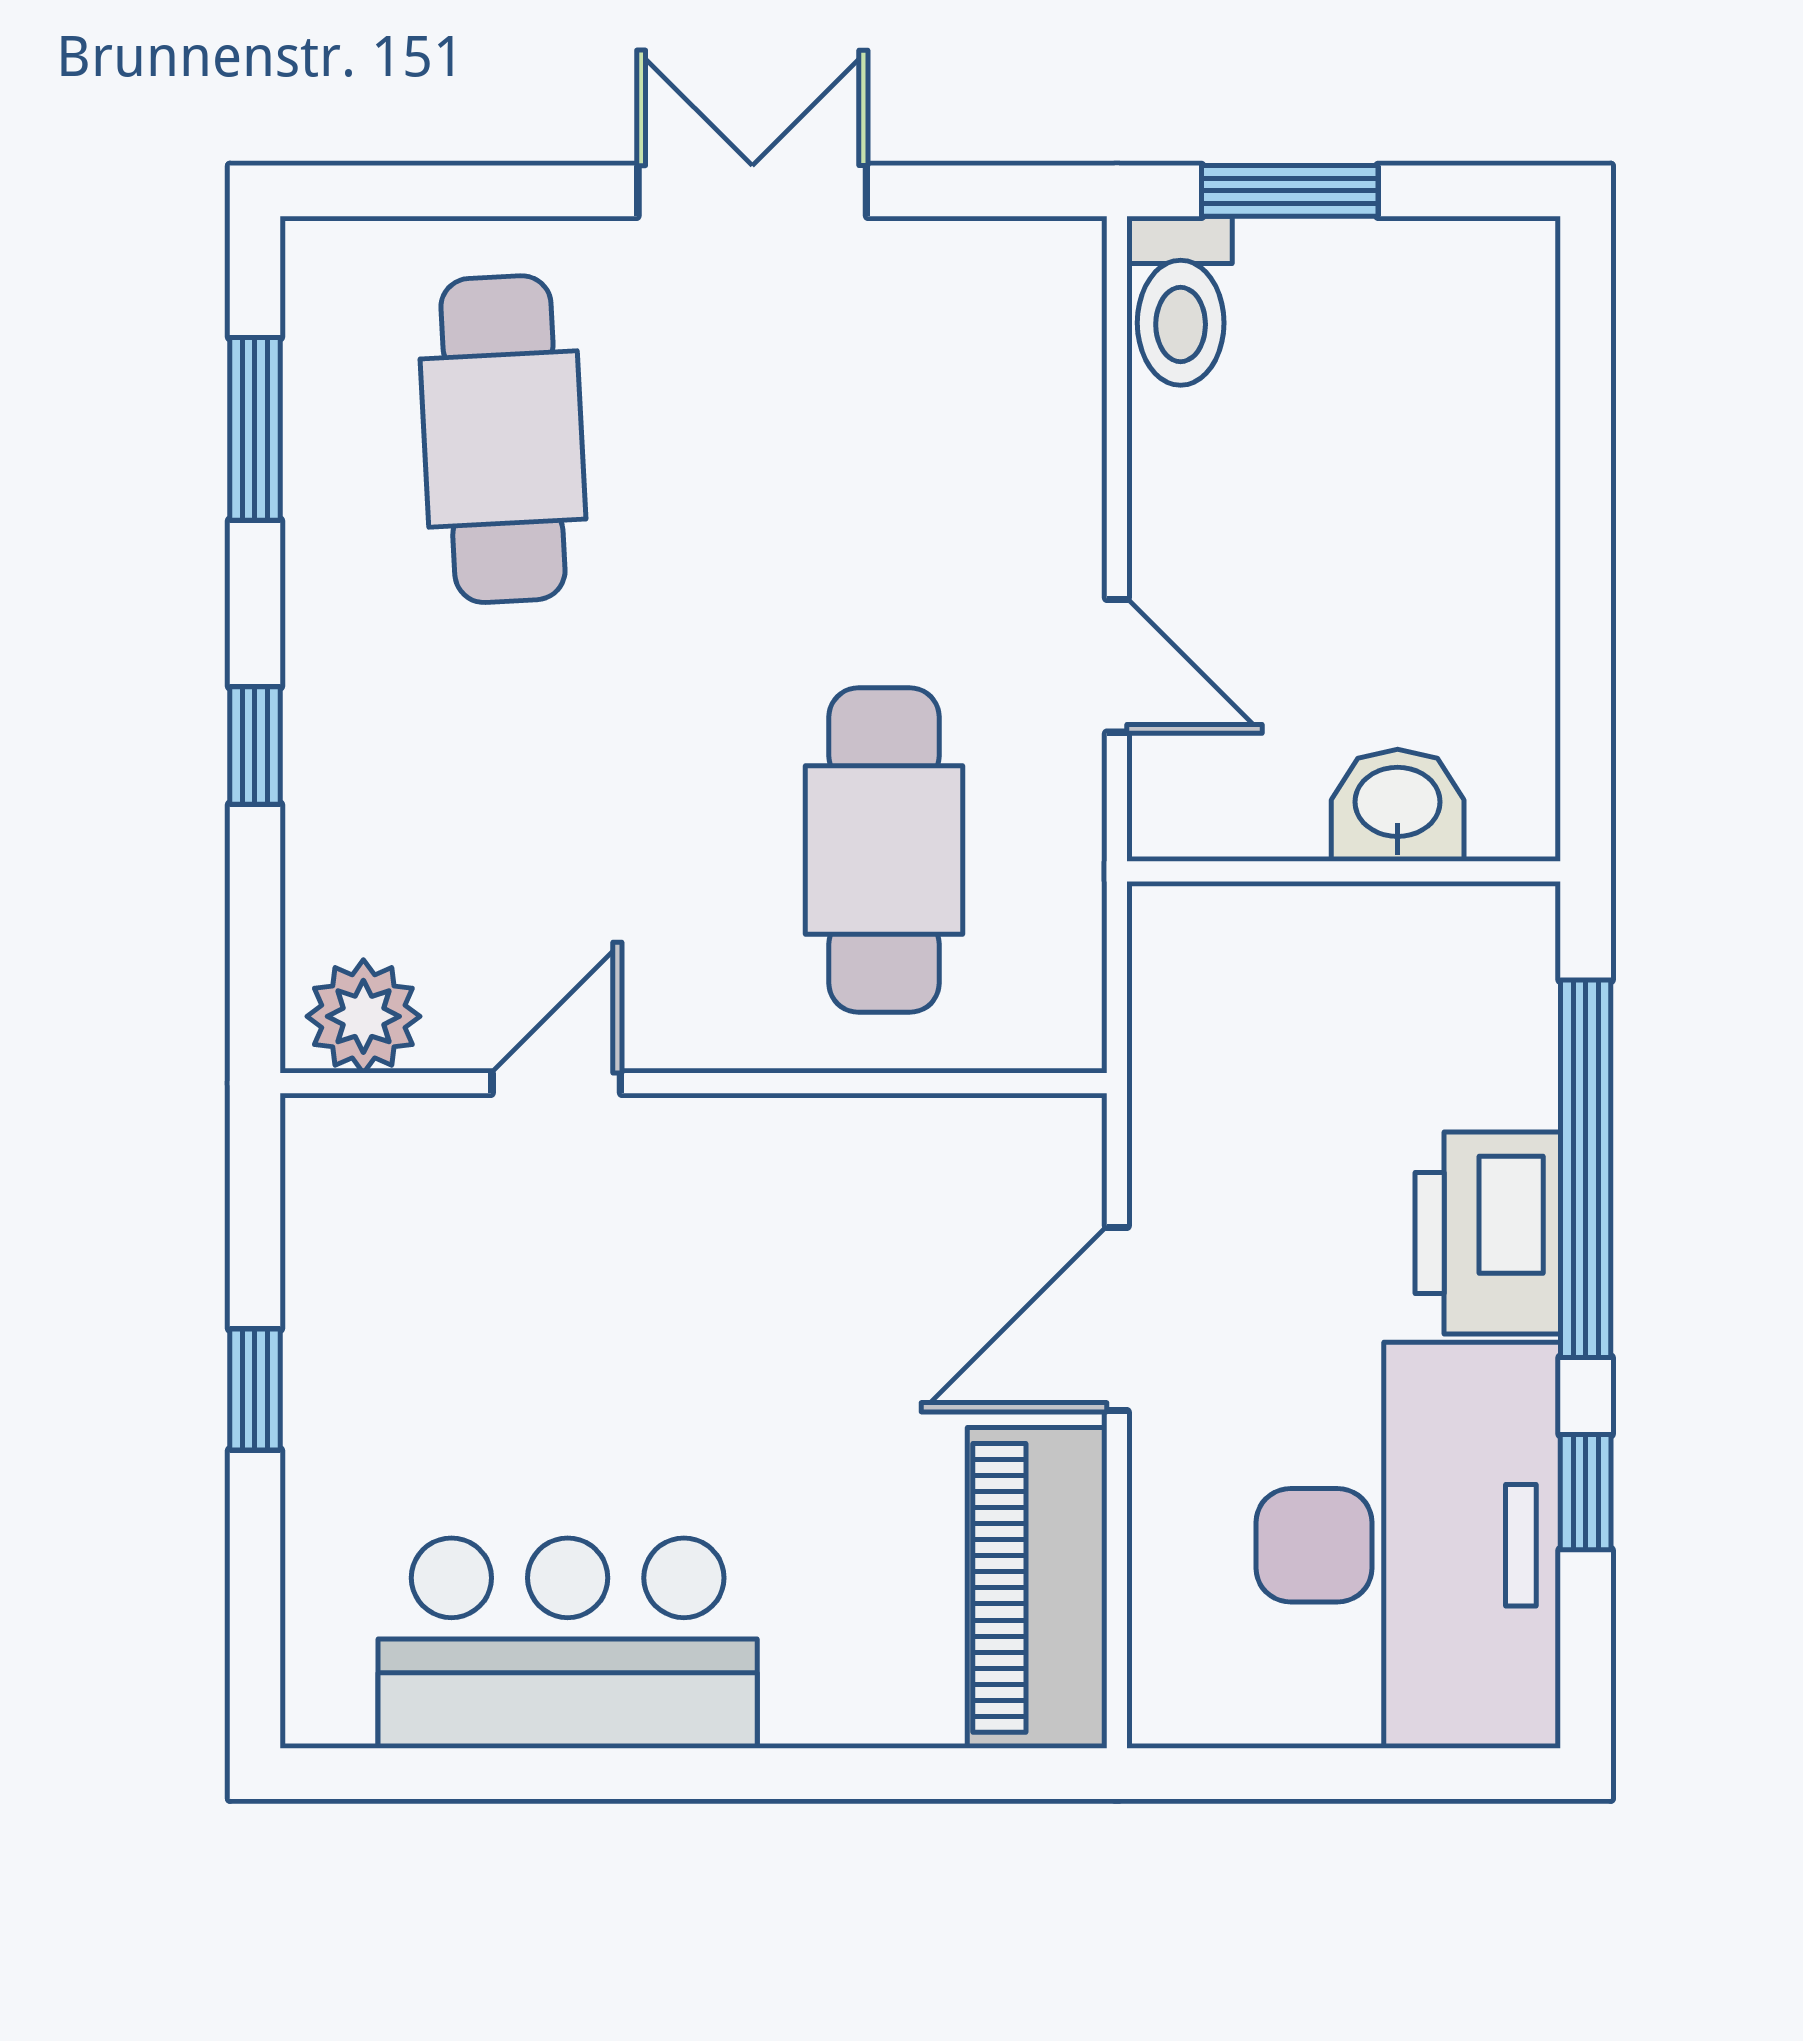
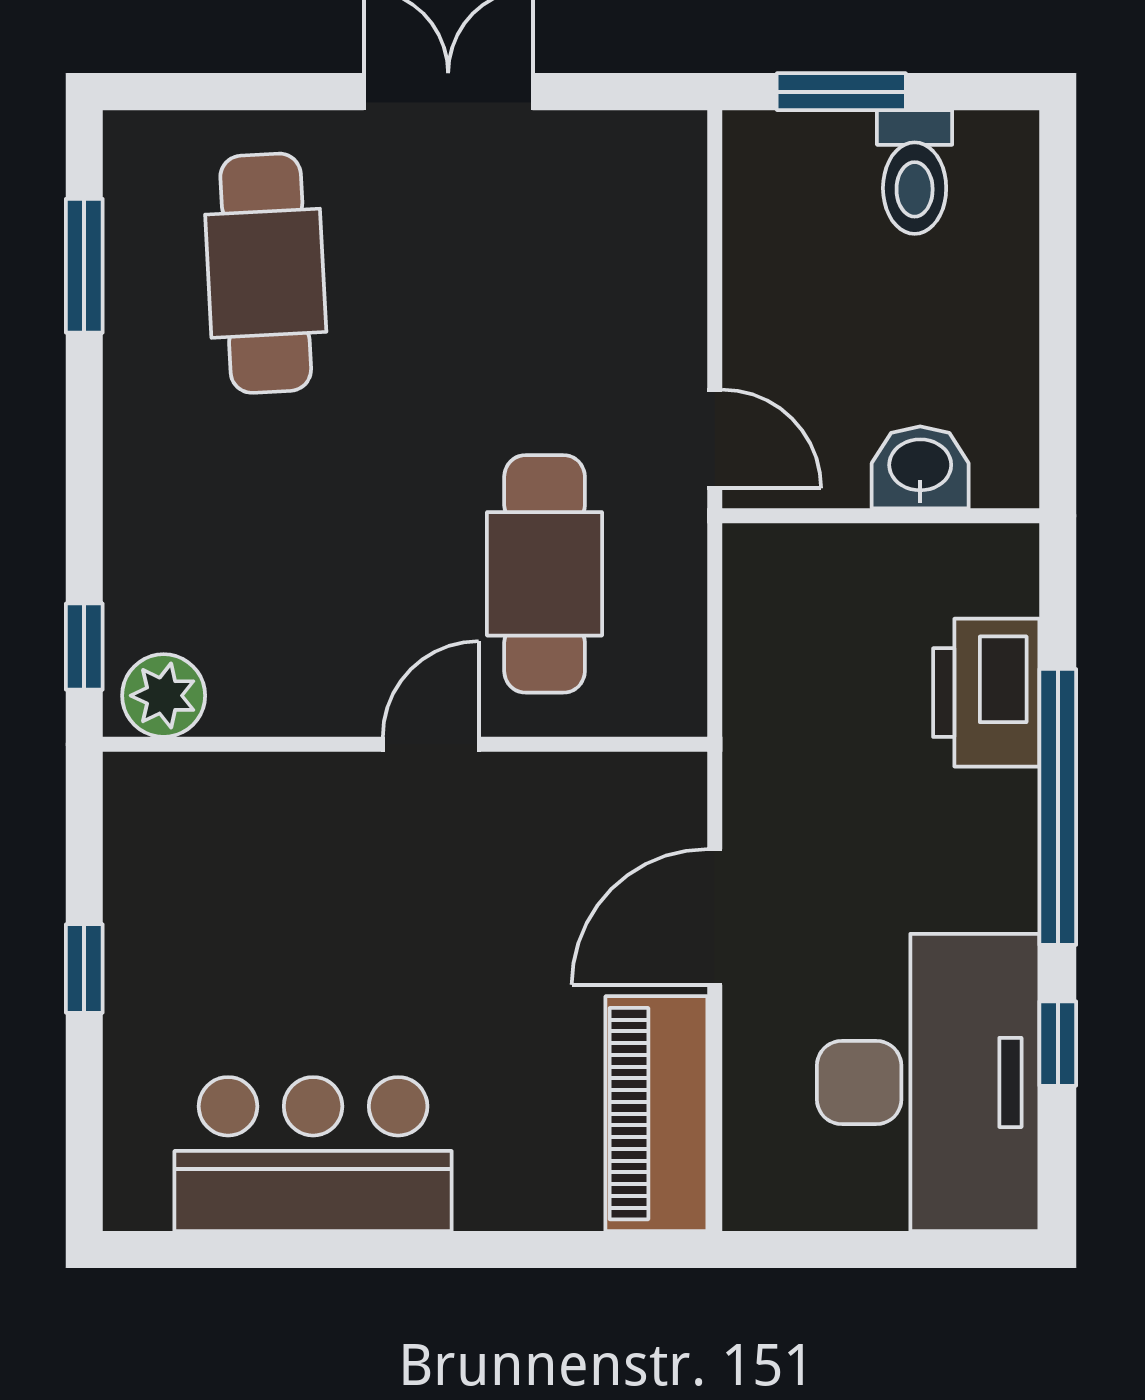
toilet: (1181, 301) -> (915, 172), moved
window: (255, 745) -> (84, 647), moved
washbasin: (1398, 805) -> (920, 467), moved
wall: (1344, 871) -> (881, 516), moved
door: (556, 1083) -> (431, 744), moved
printer: (1488, 1233) -> (986, 693), moved

